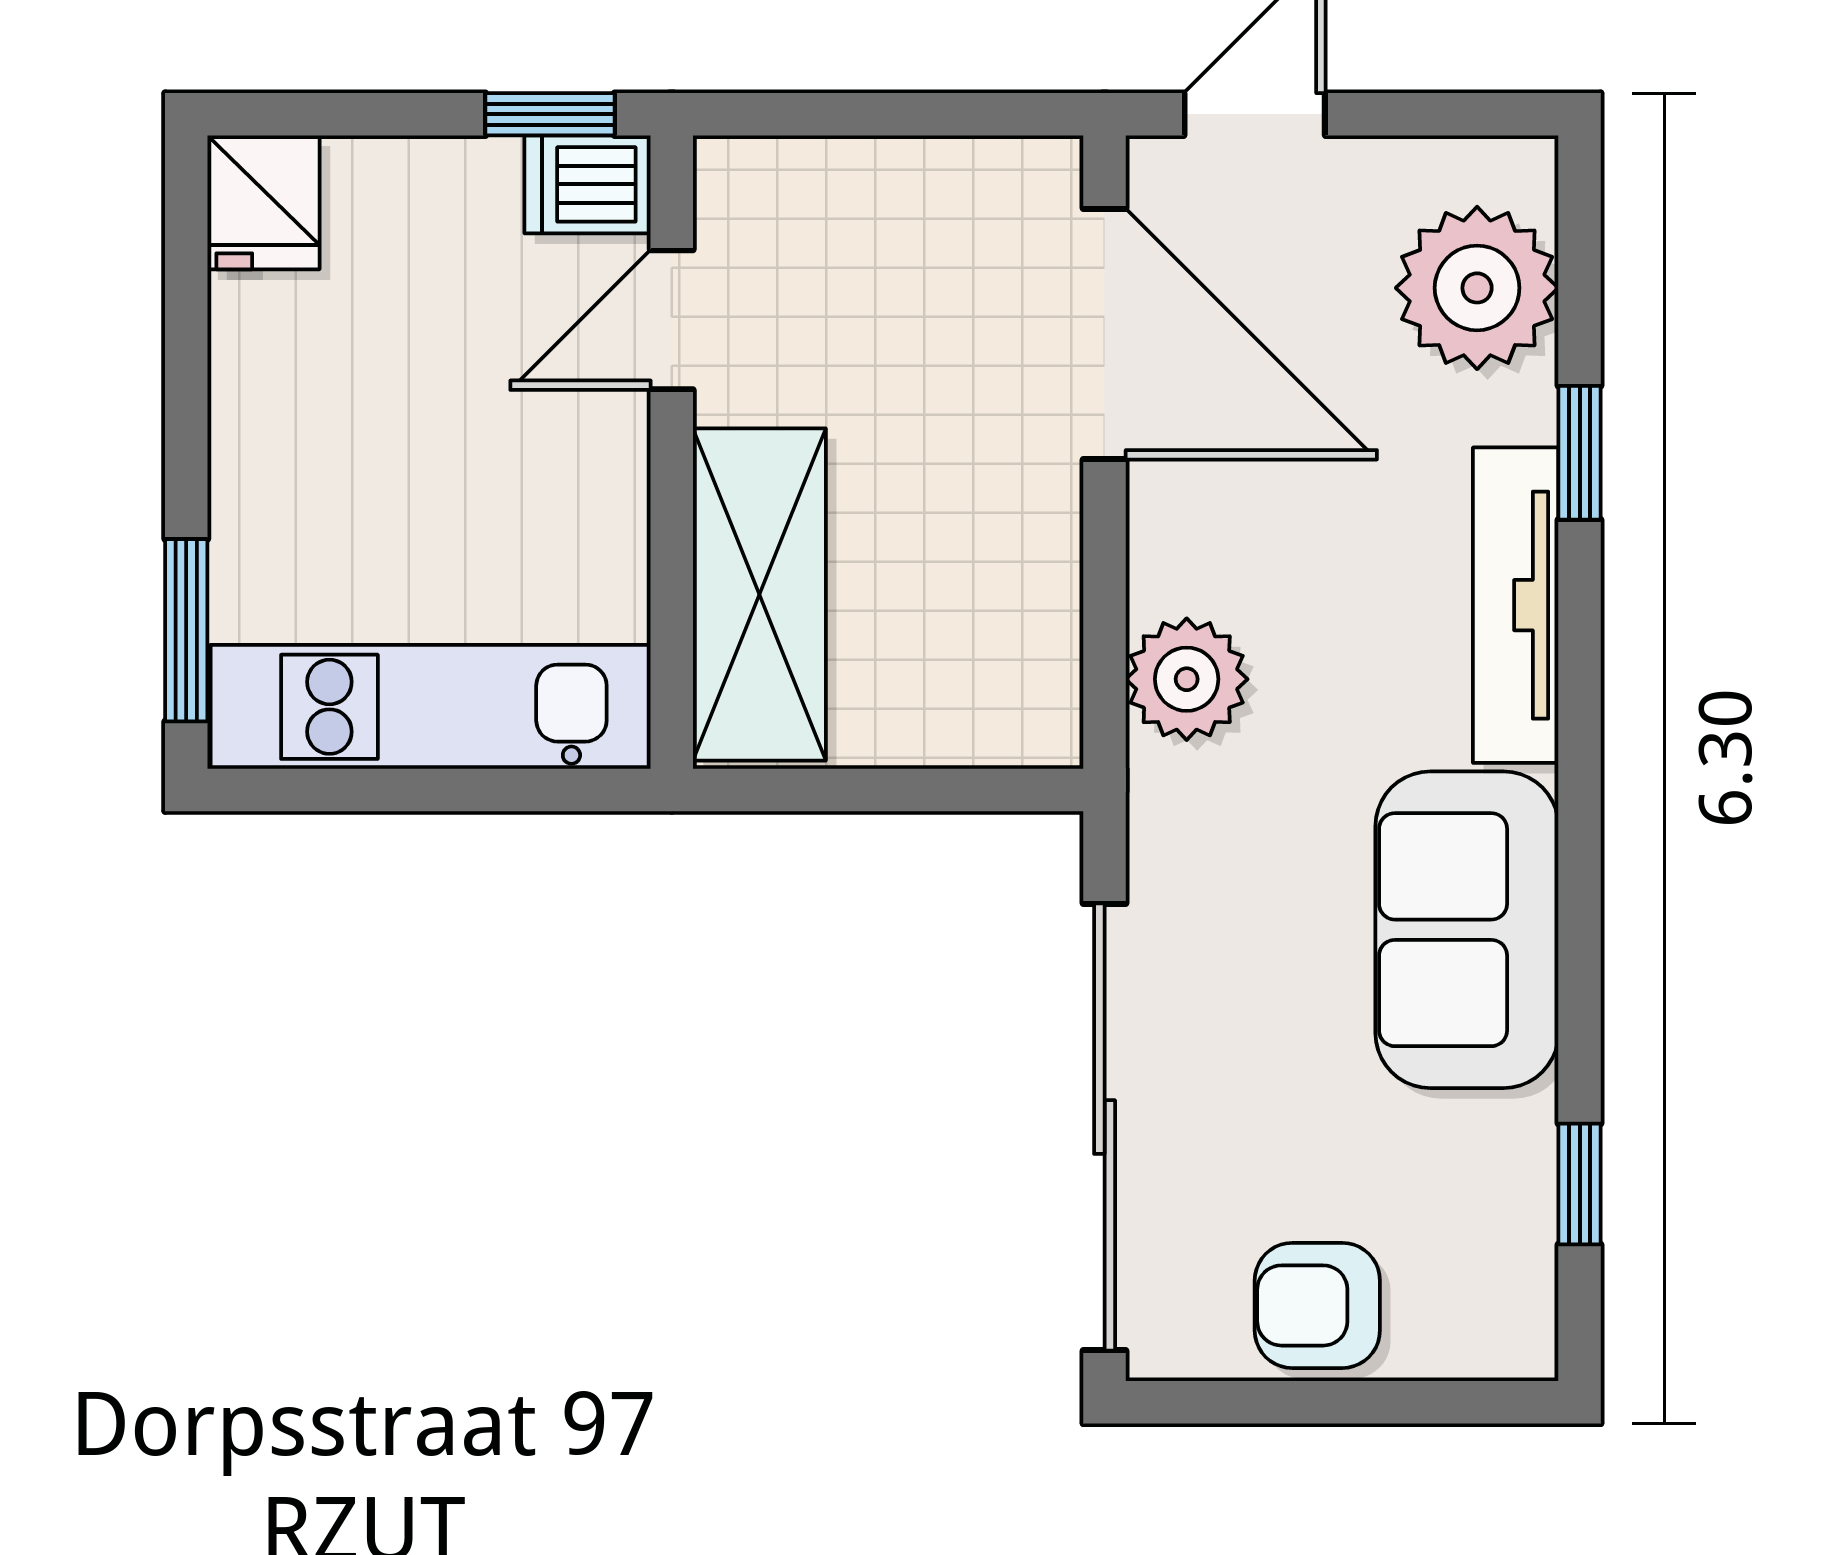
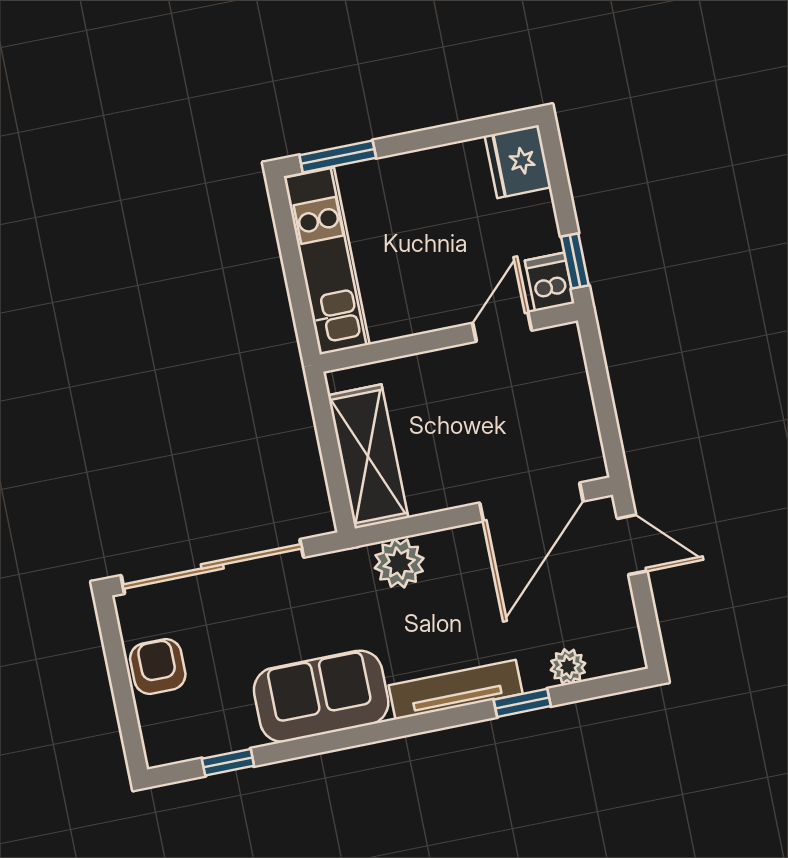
fridge: (263, 202) -> (518, 162), width x1.38
plant: (1477, 288) -> (568, 667), width x0.53, depth x0.53
door: (672, 320) -> (502, 327), hinge flipped
shelving: (759, 595) -> (368, 457), moved, turned 90

